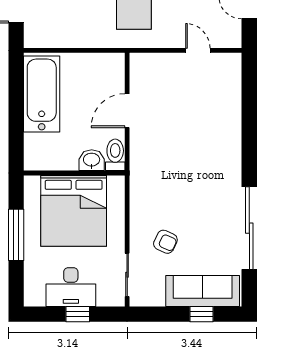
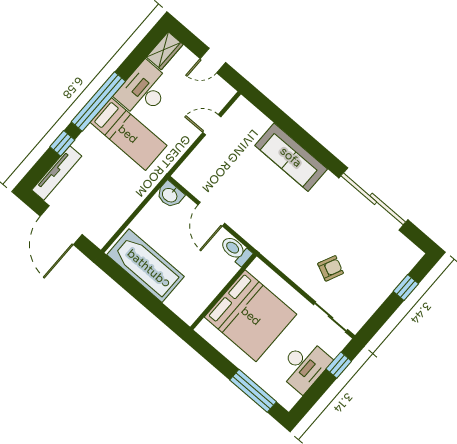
washbasin: (92, 160) -> (170, 195), moved, turned -90
window: (16, 235) -> (253, 391), moved
sofa: (203, 291) -> (291, 157), moved, turned -90
window: (78, 314) -> (339, 365), moved

